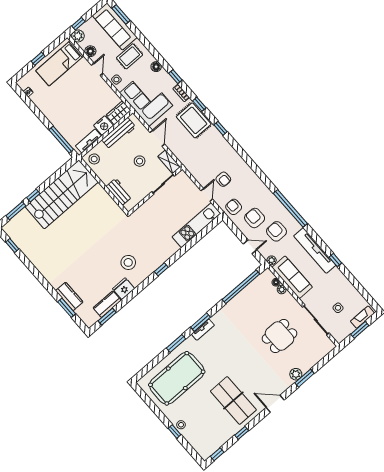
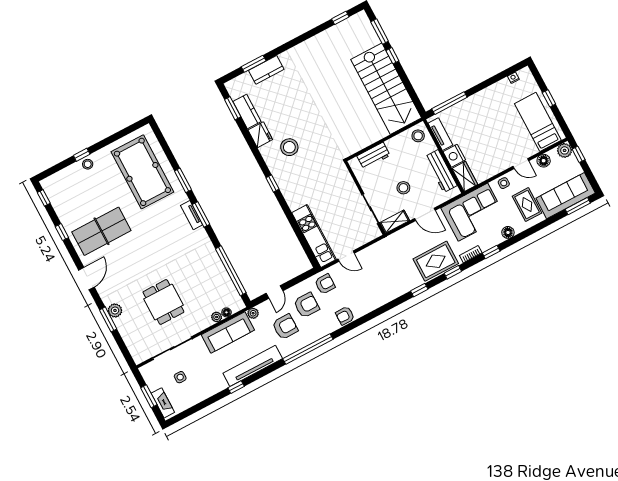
armchair: (223, 179) -> (345, 316), moved

